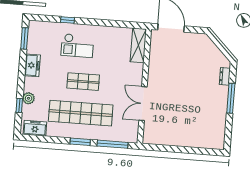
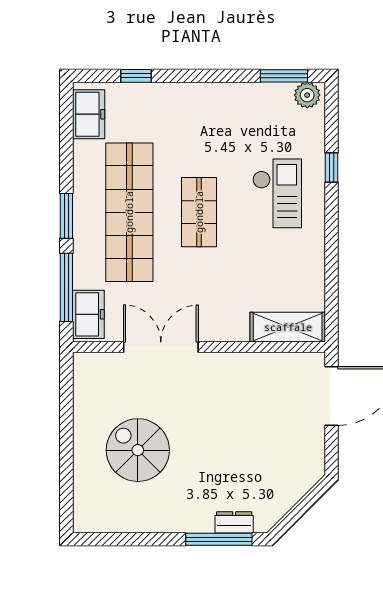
checkout: (77, 46) -> (277, 193), turned 180
freezer: (32, 65) -> (88, 314), moved, turned -90
plant: (29, 98) -> (307, 95), moved
window: (231, 98) -> (219, 539), moved
spiral stairs: (189, 118) -> (138, 450), added

